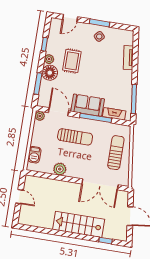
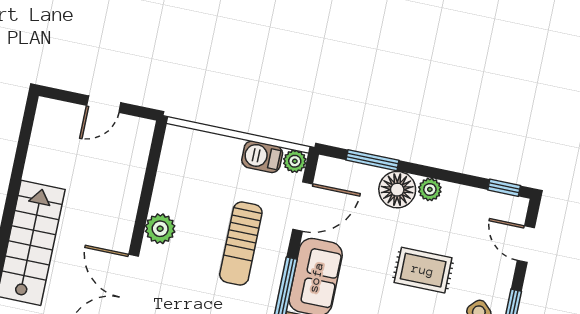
window: (44, 44) -> (504, 188), moved
rug: (72, 61) -> (423, 270), moved
barbecue: (34, 155) -> (262, 157), moved
plant: (60, 169) -> (160, 229), moved

